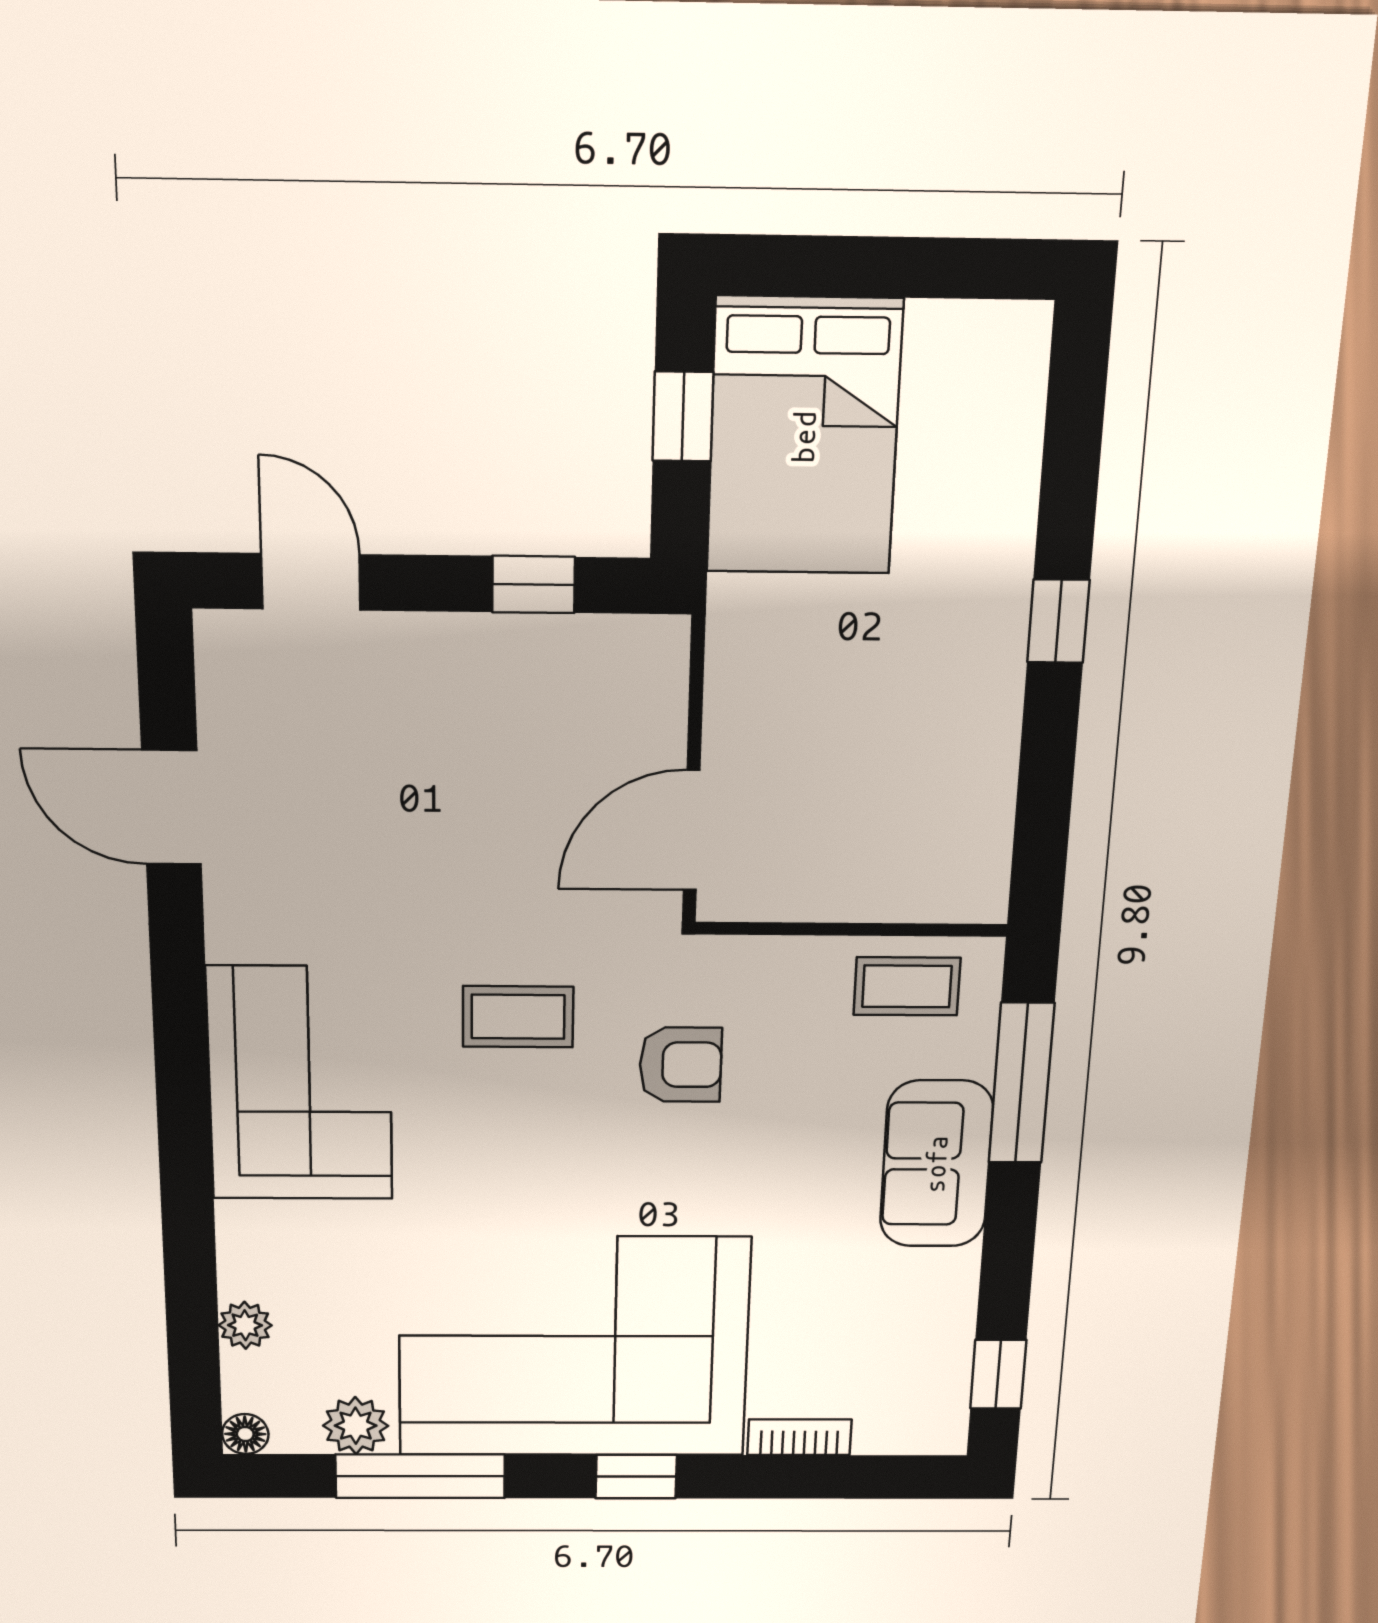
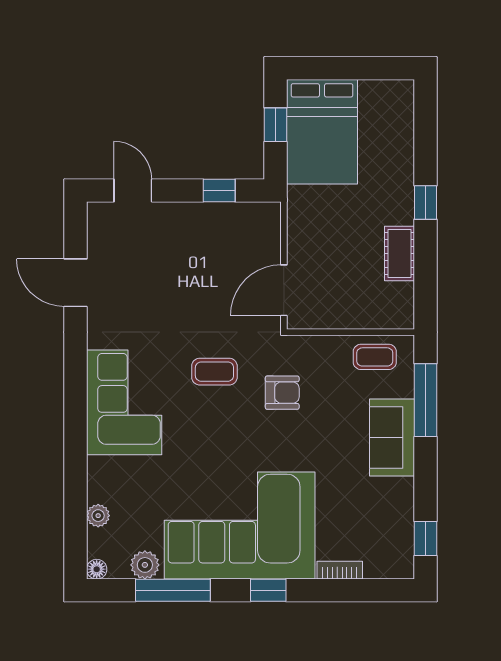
cot: (984, 745) -> (399, 253), added

